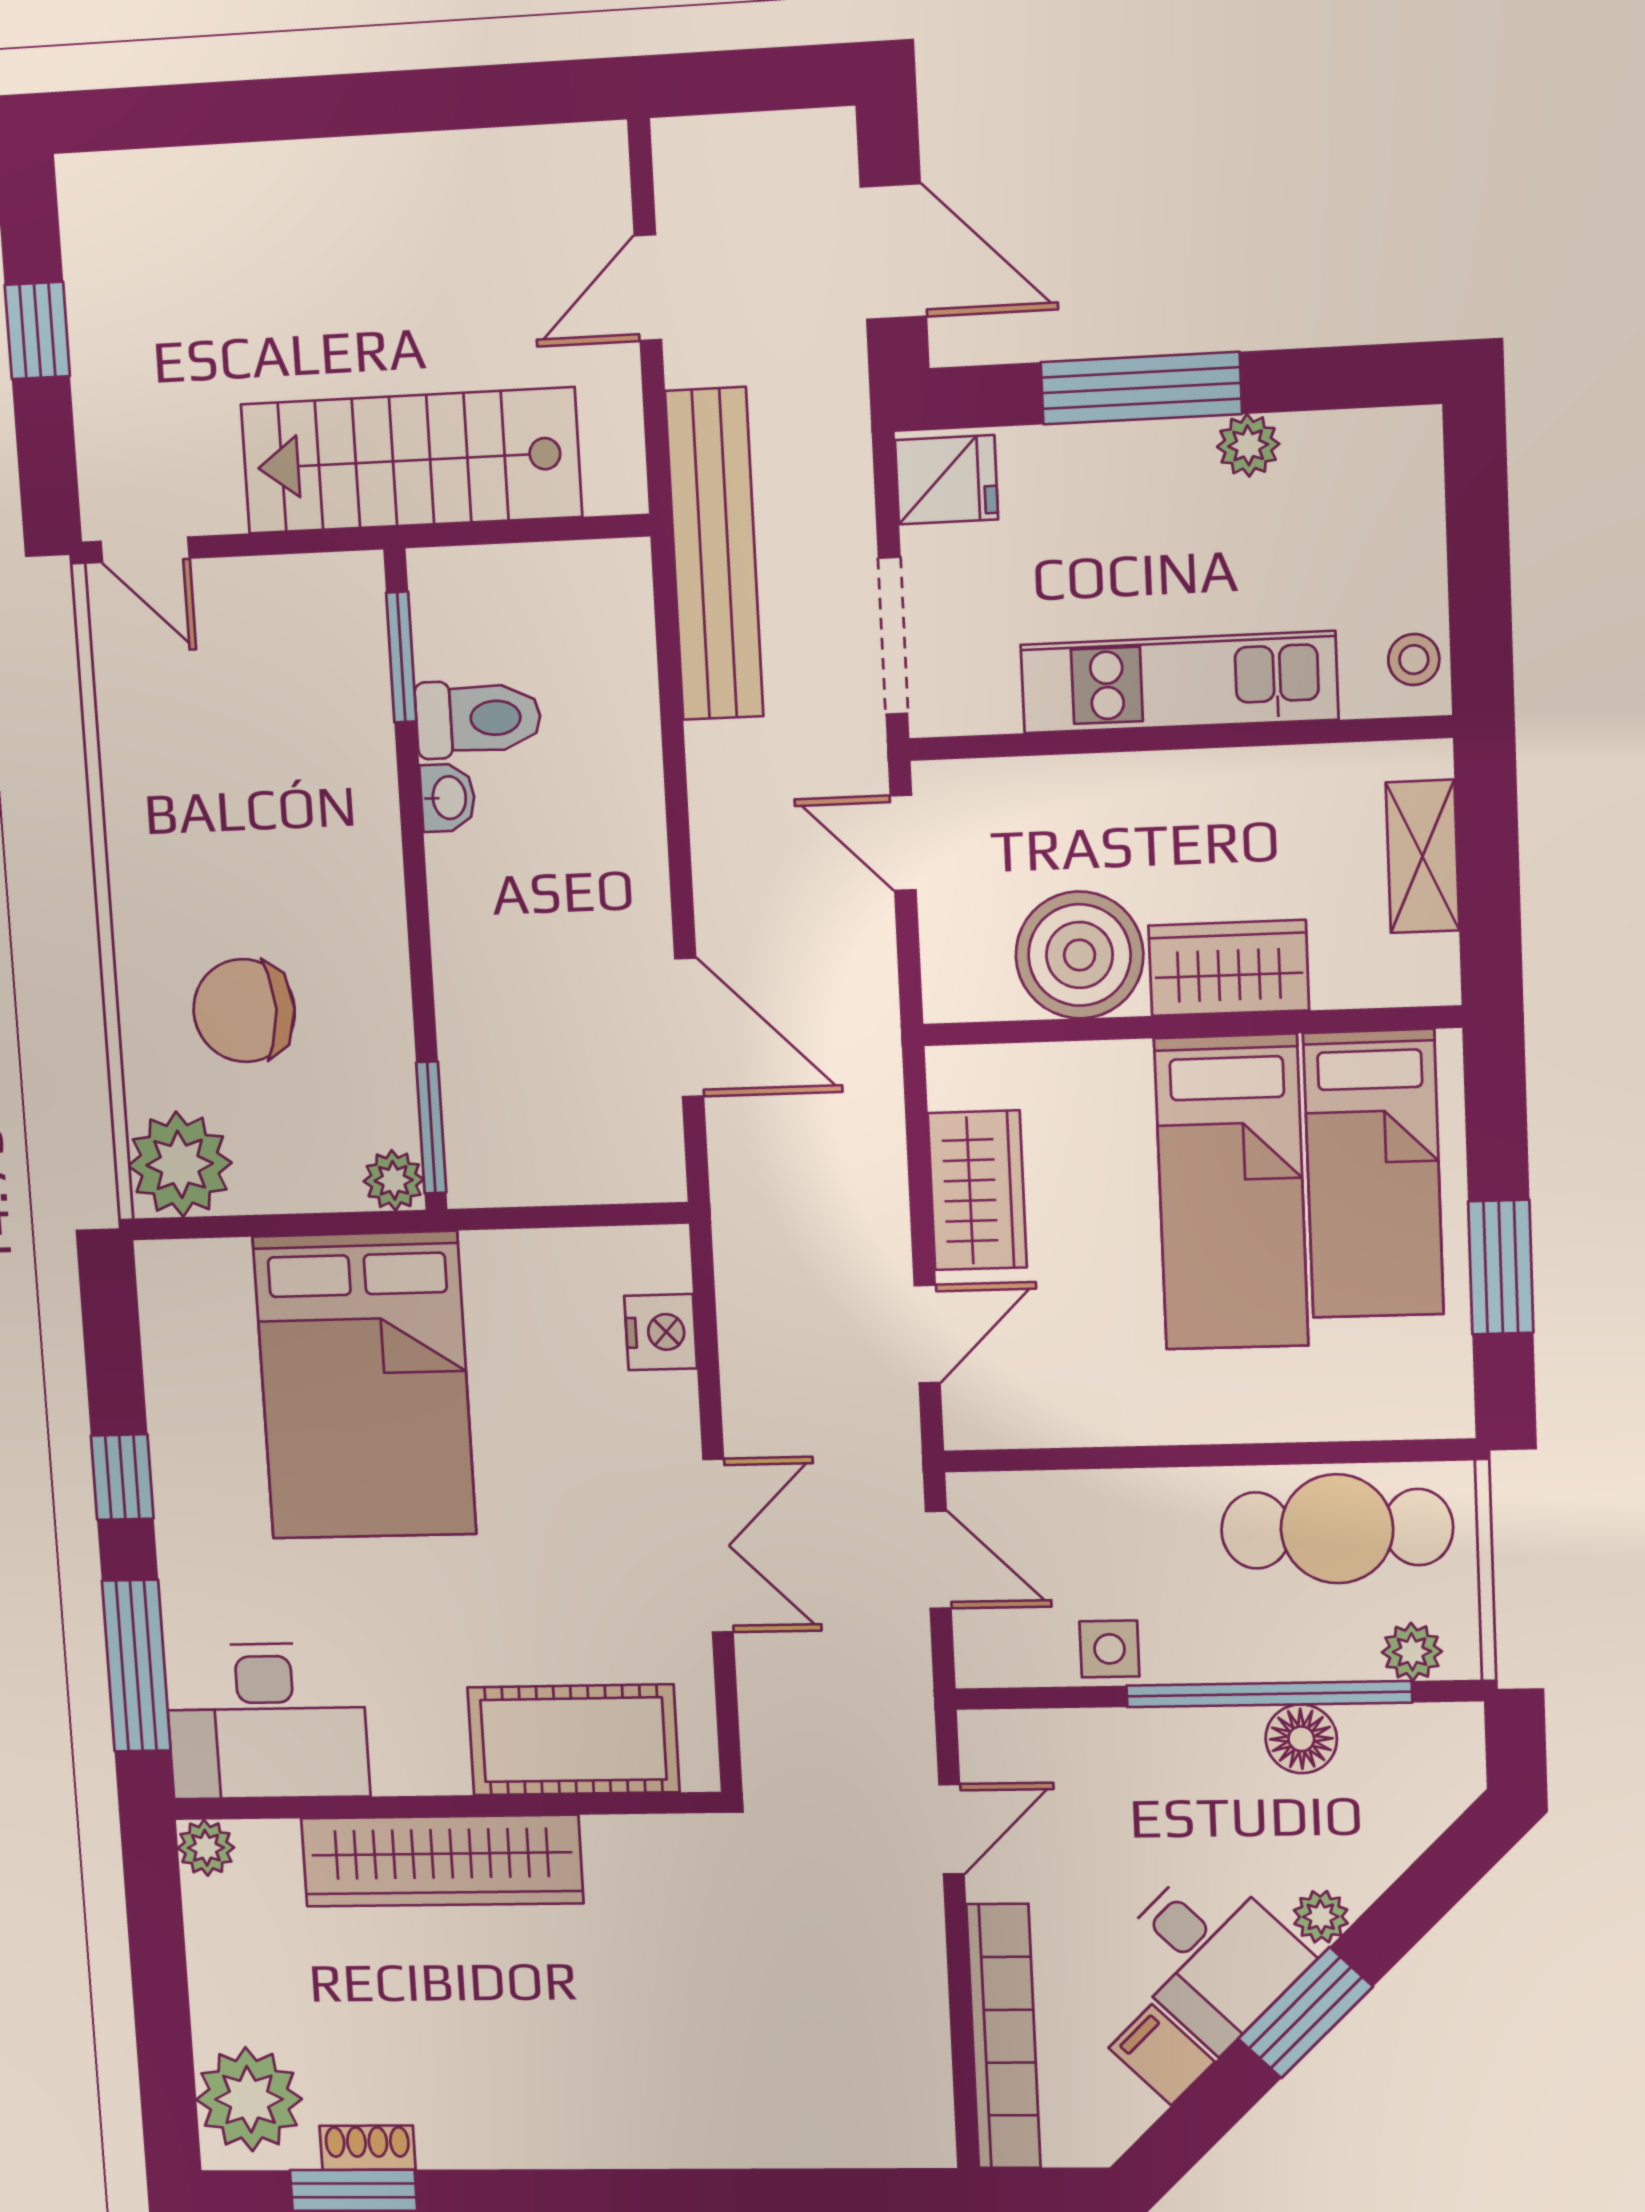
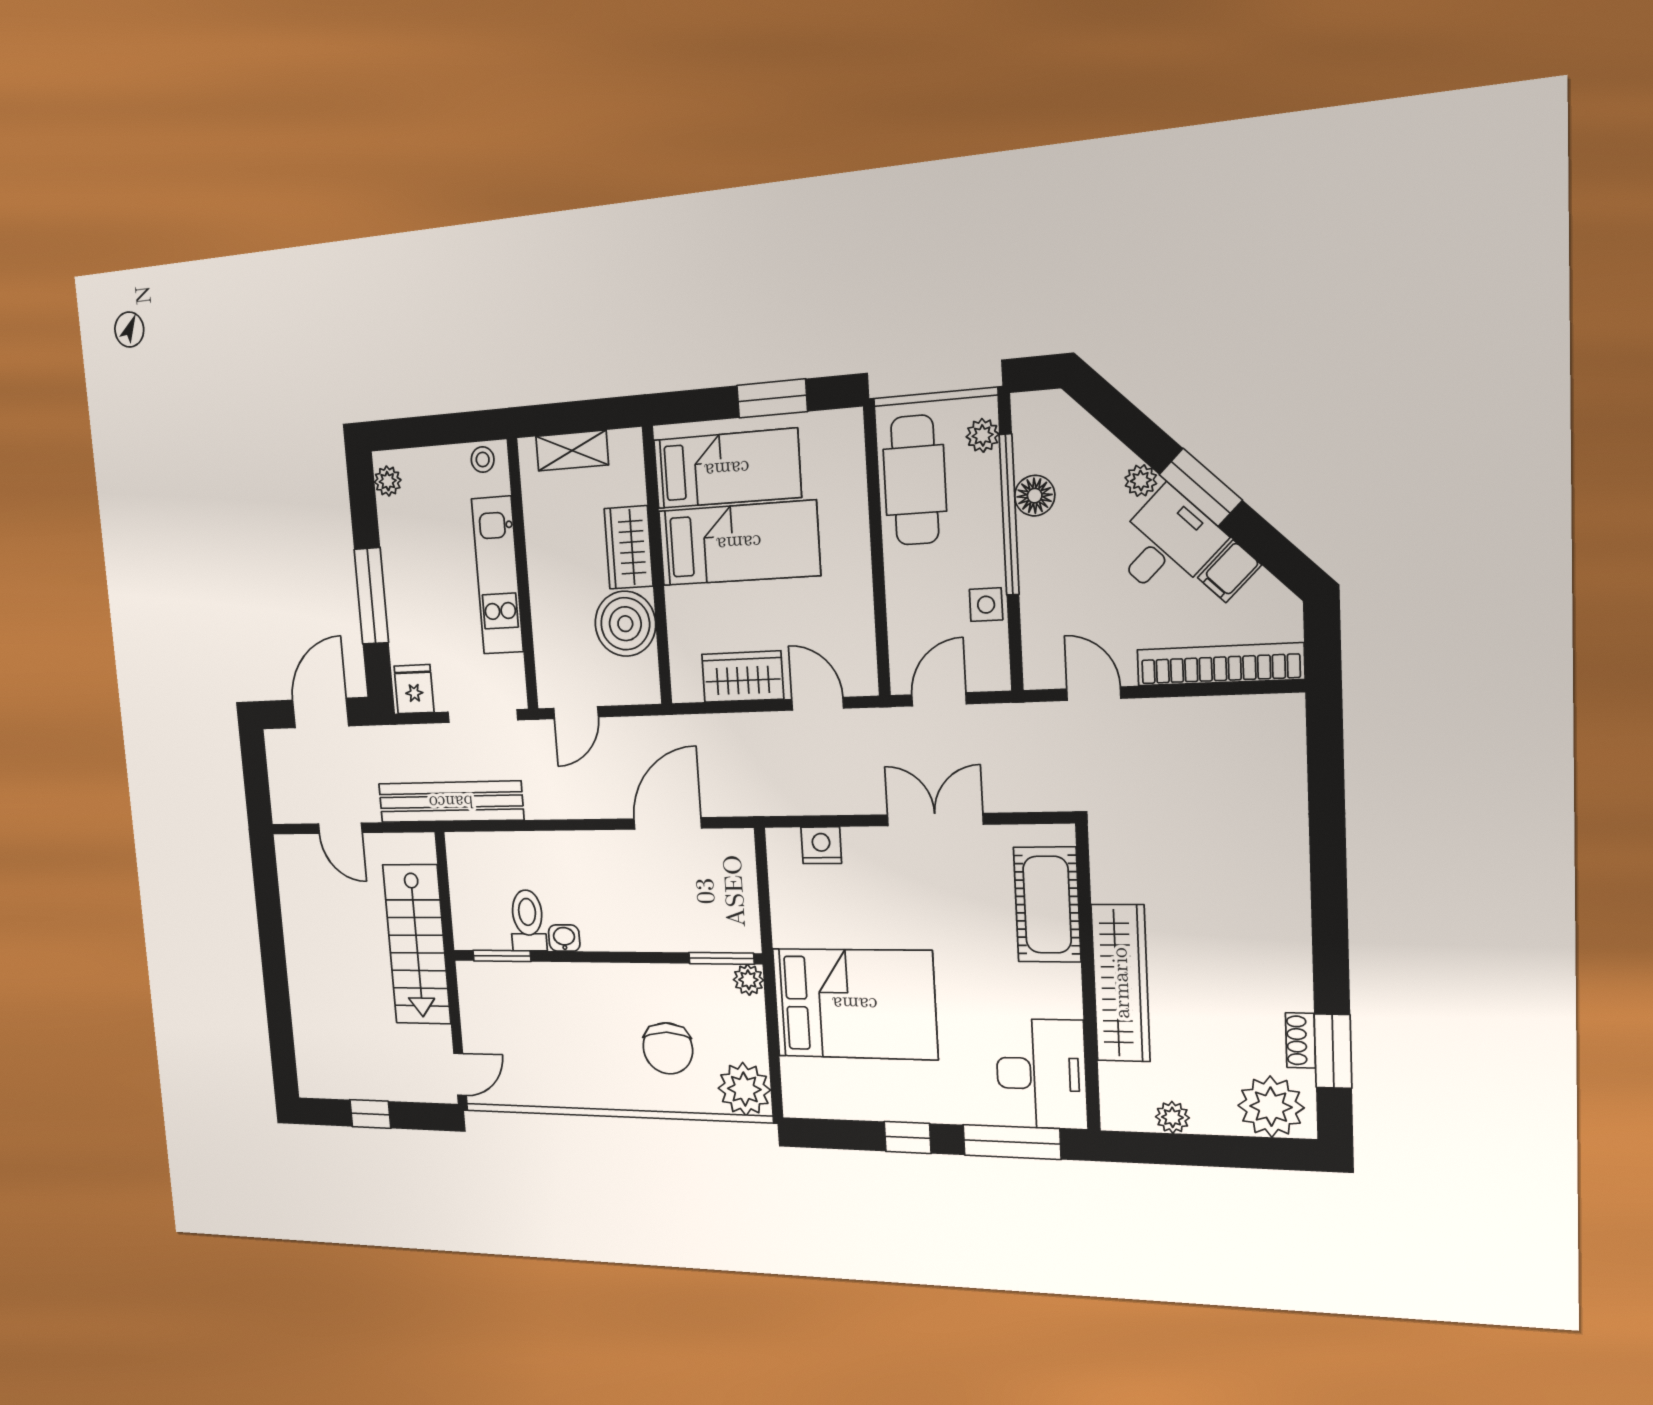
plant: (1248, 445) -> (388, 481), moved
plant: (206, 1848) -> (1172, 1117), moved

